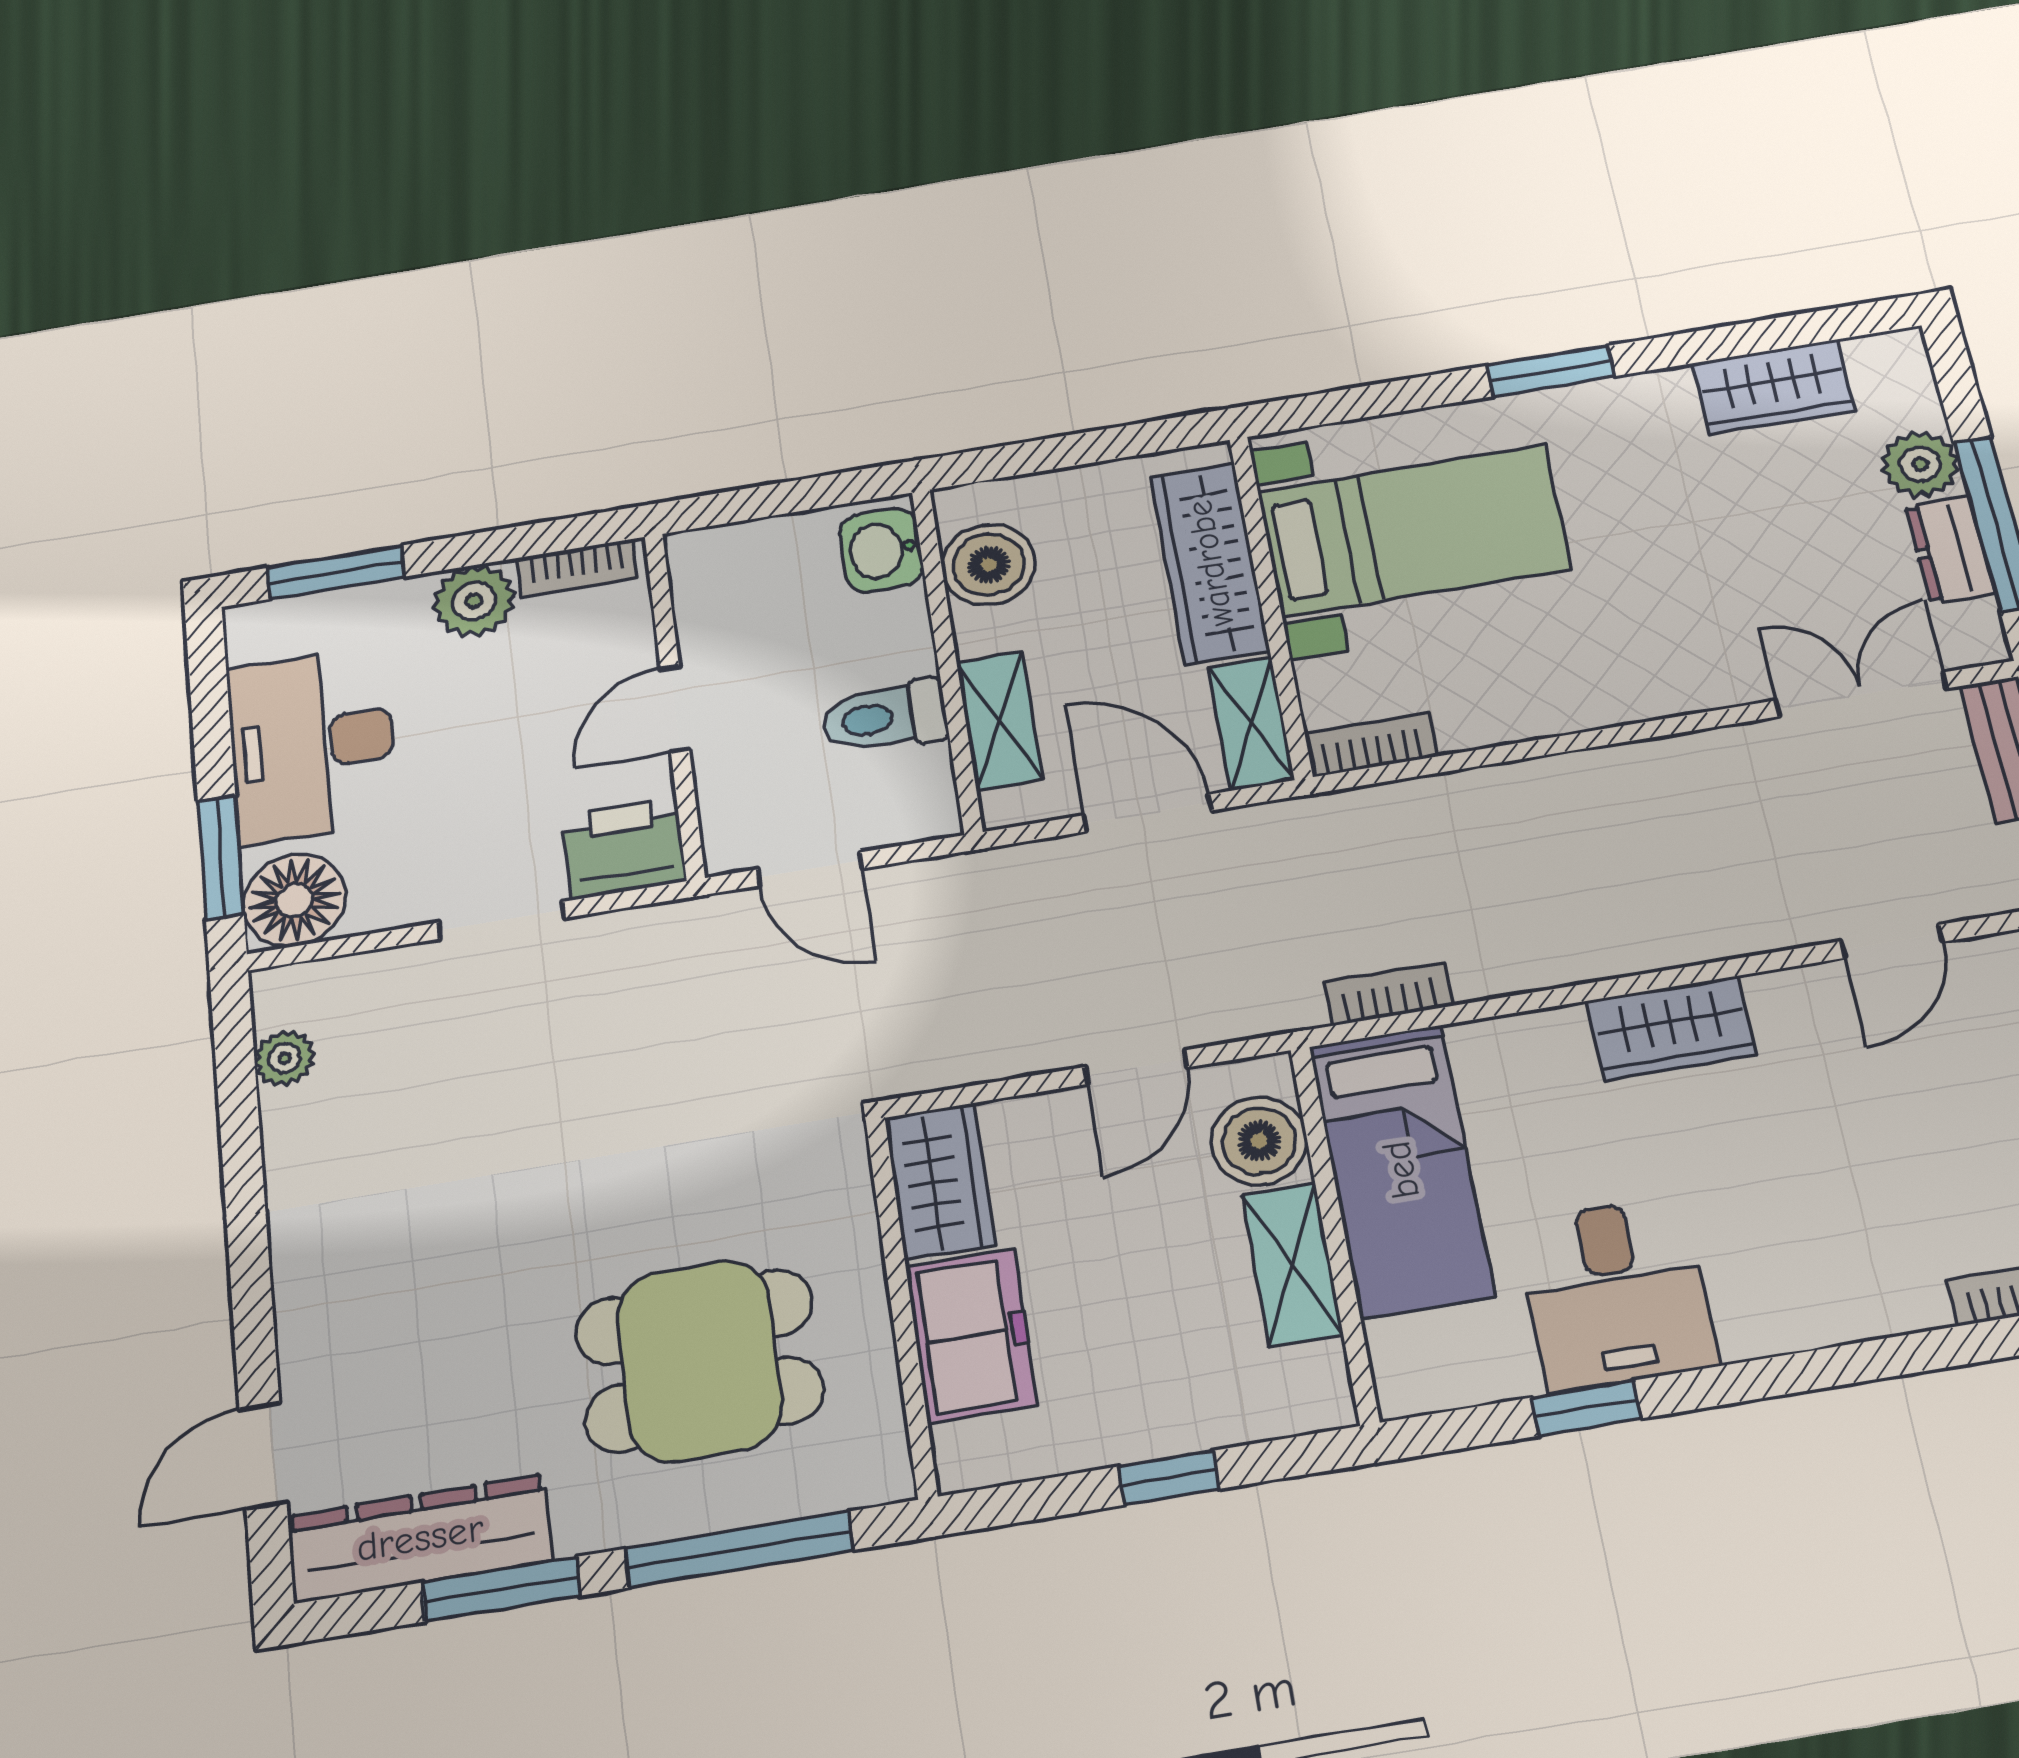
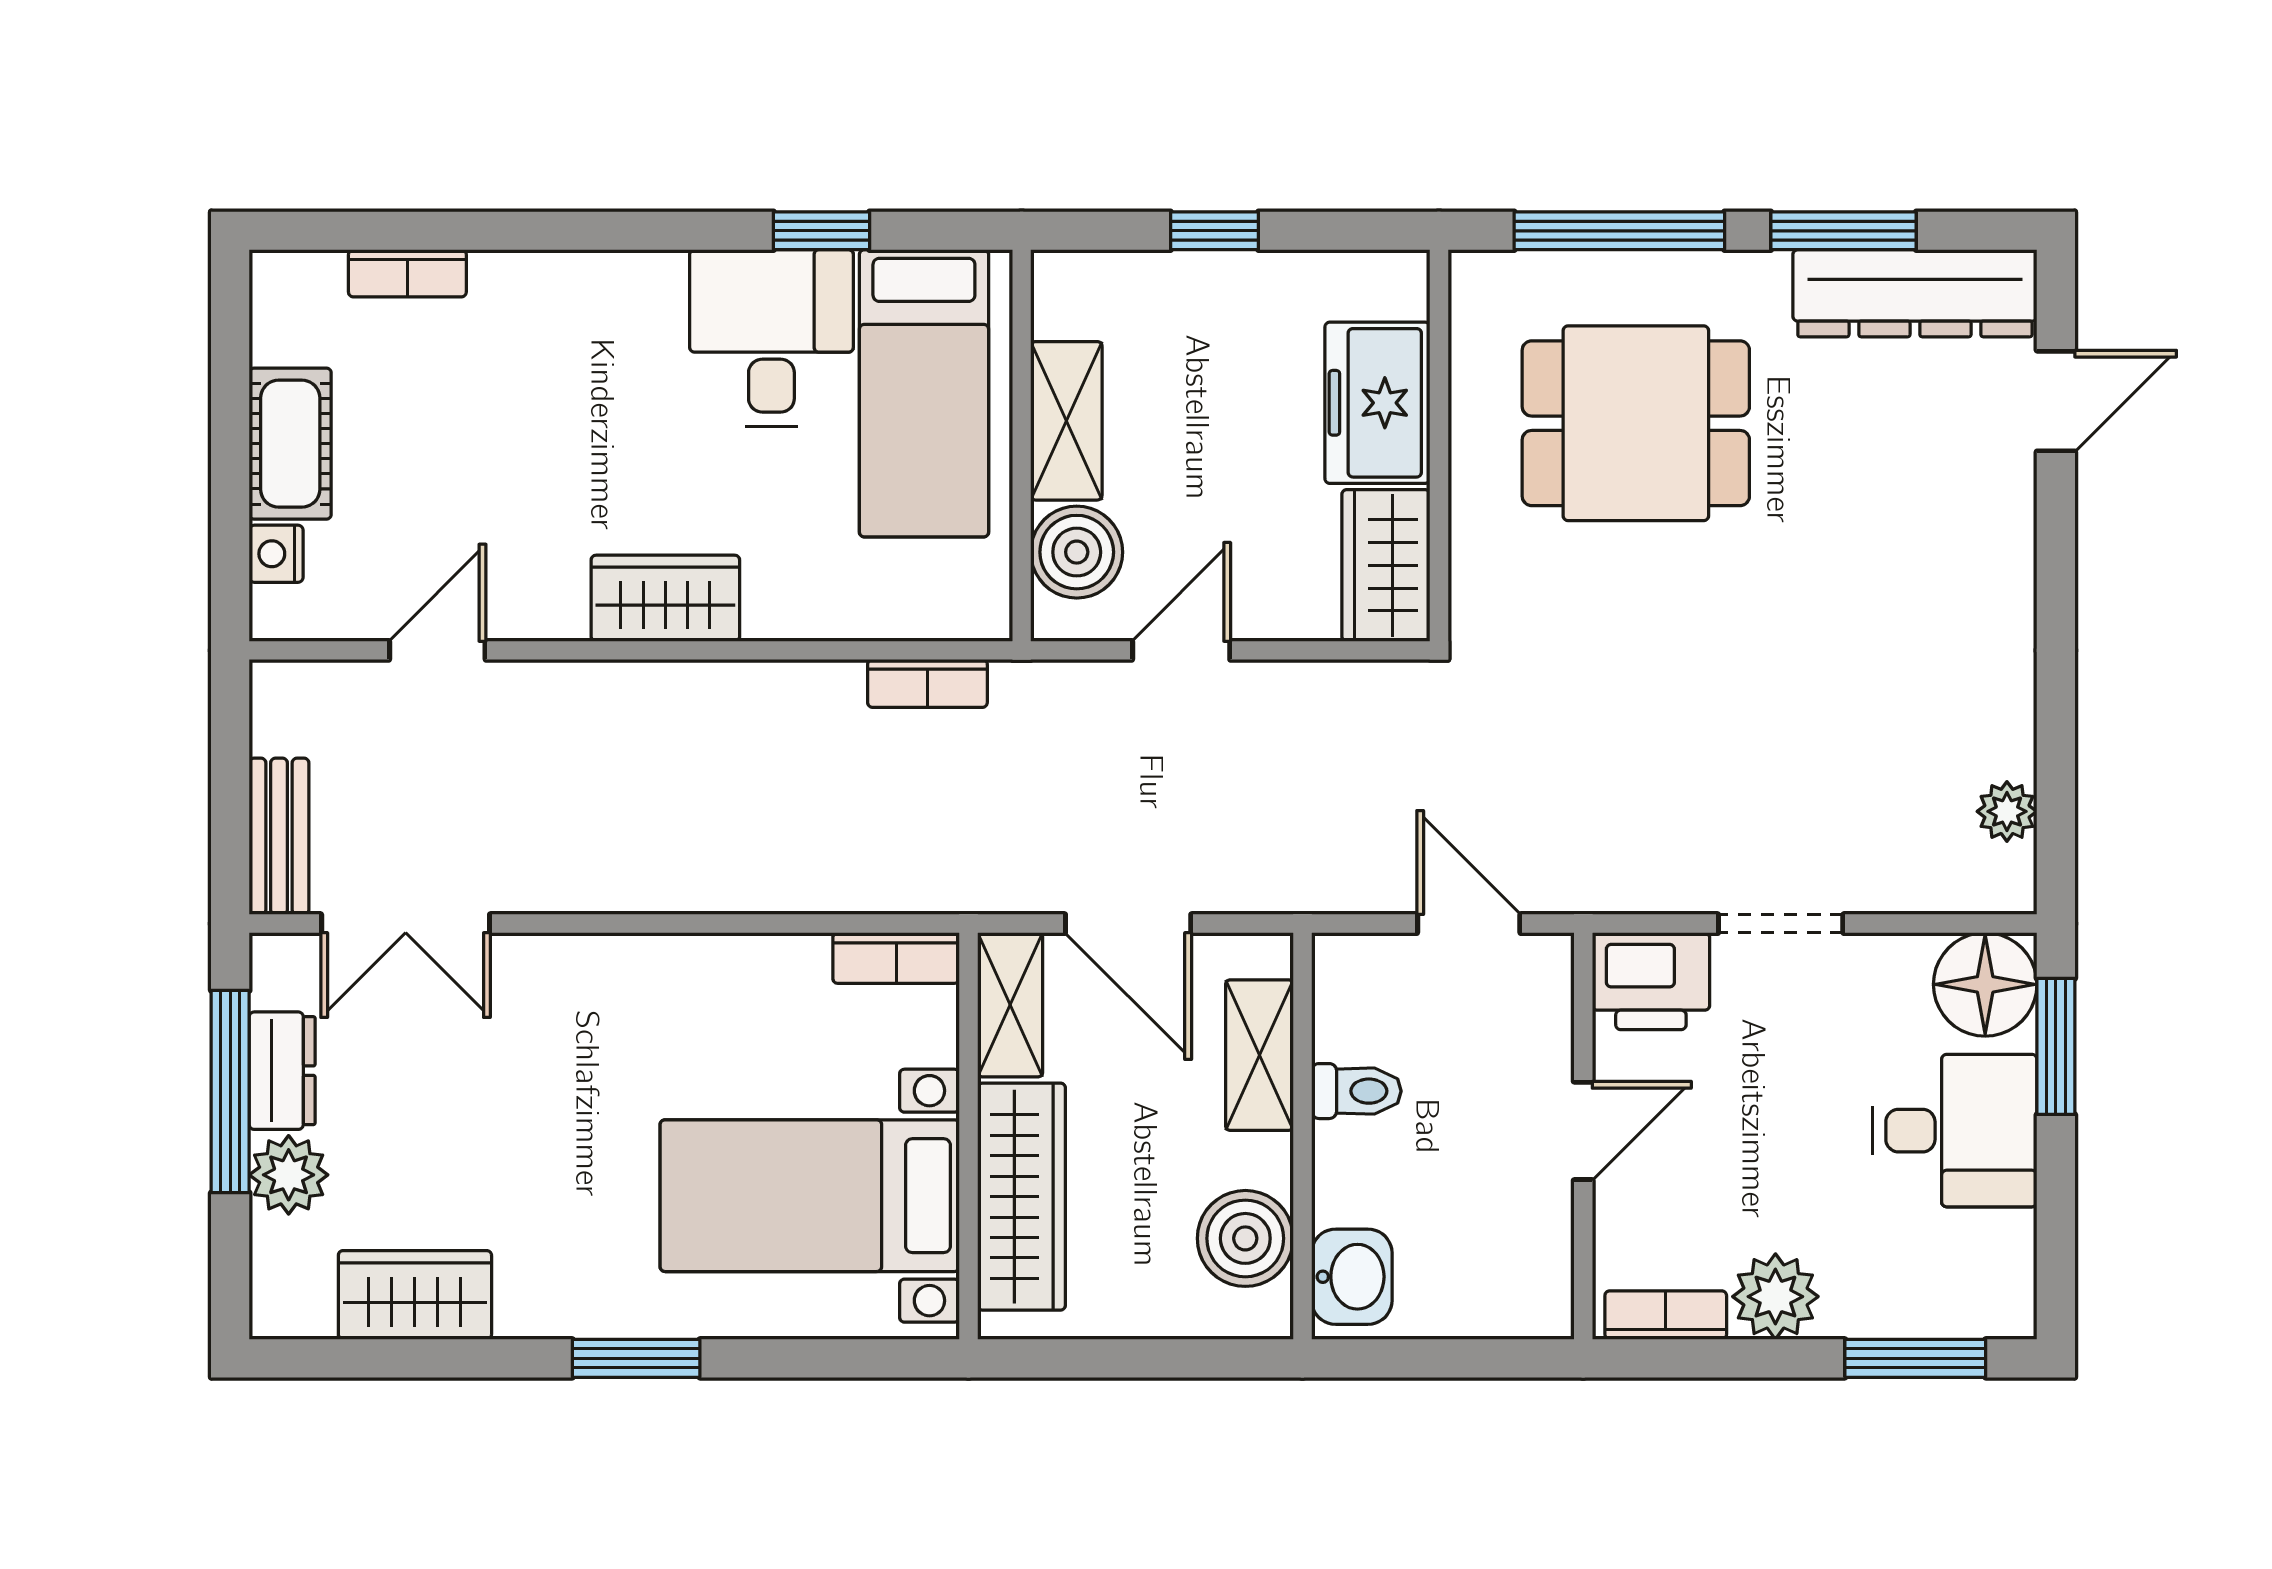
toilet: (885, 717) -> (1356, 1091), width x0.73, depth x0.72
desk: (312, 745) -> (1955, 1131), width x0.73
bed: (1401, 1170) -> (924, 393), moved, turned 180

